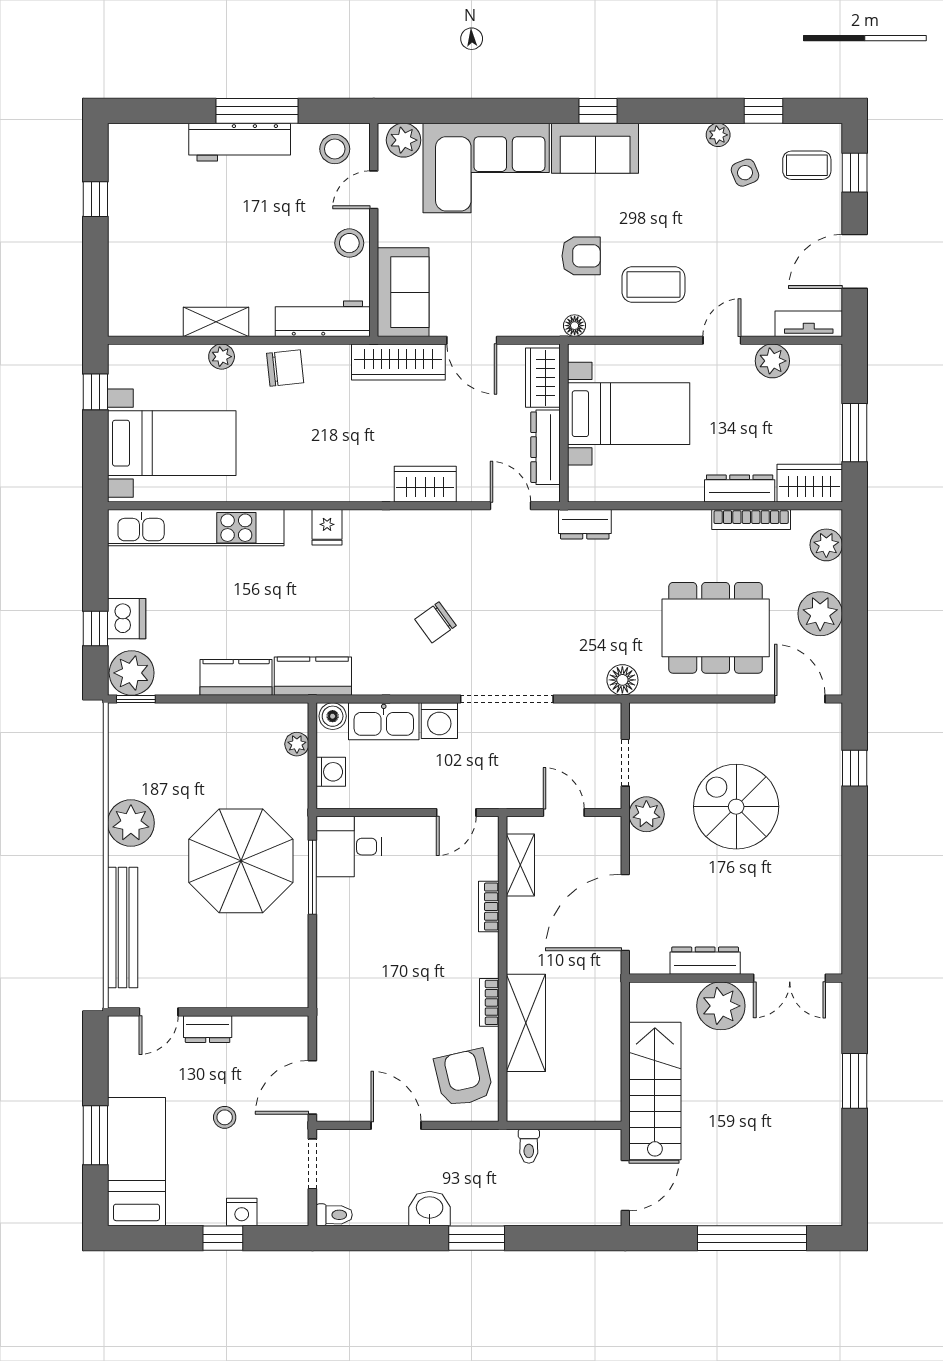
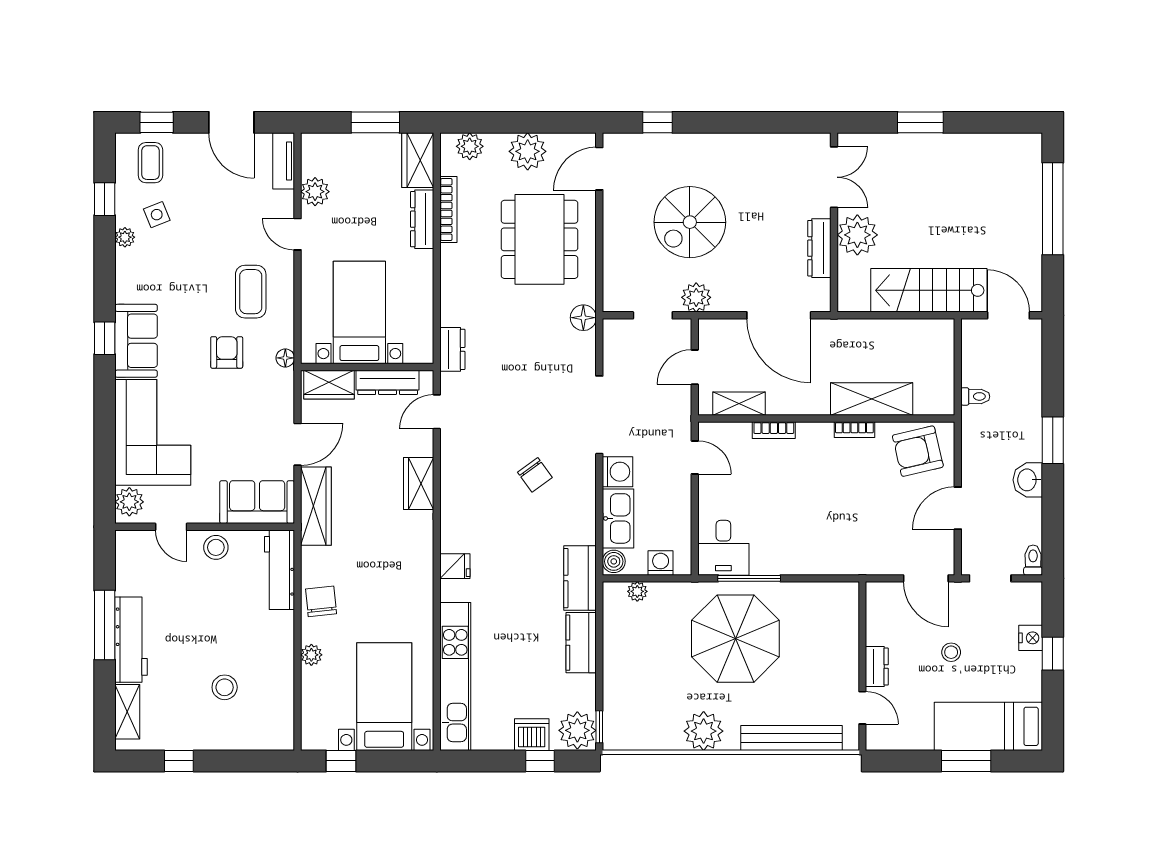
stool: (335, 149) -> (225, 687), moved
shelving: (216, 322) -> (127, 712), moved

